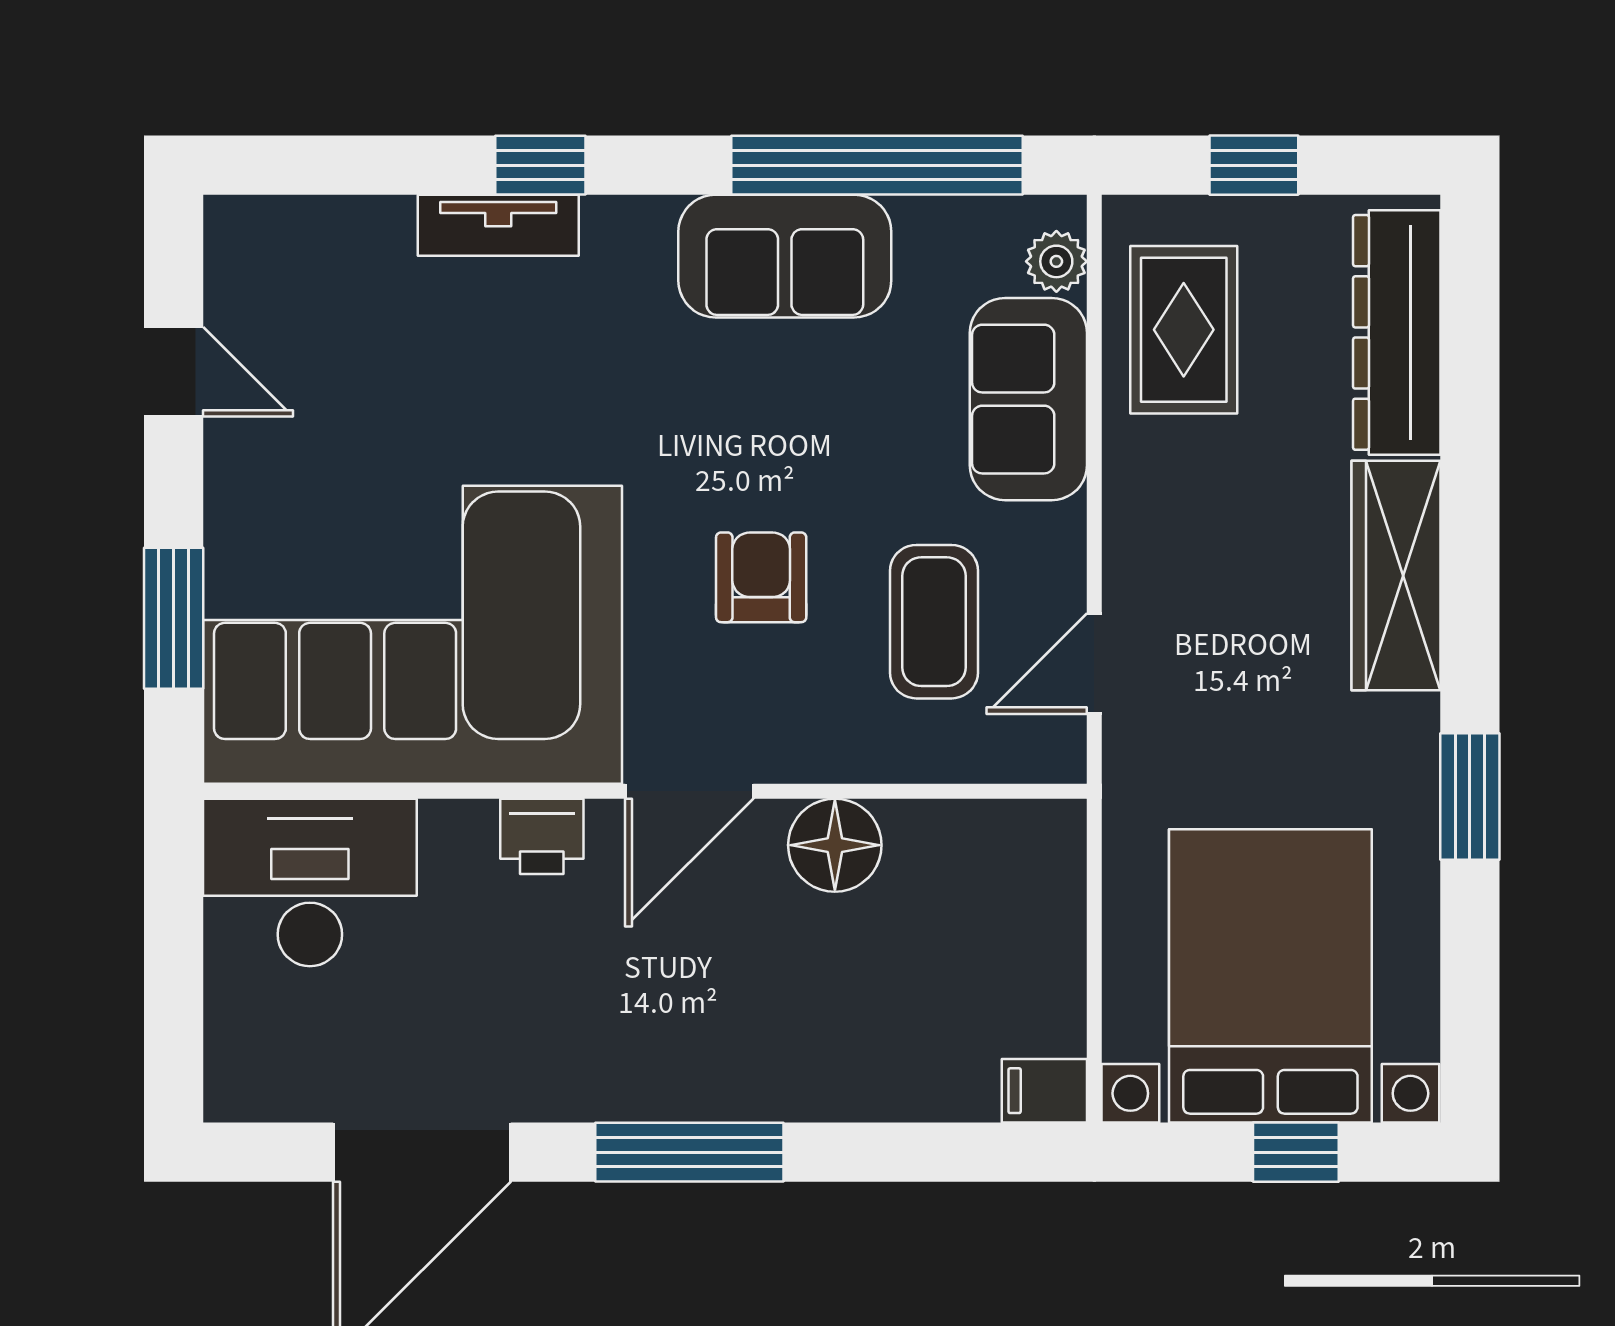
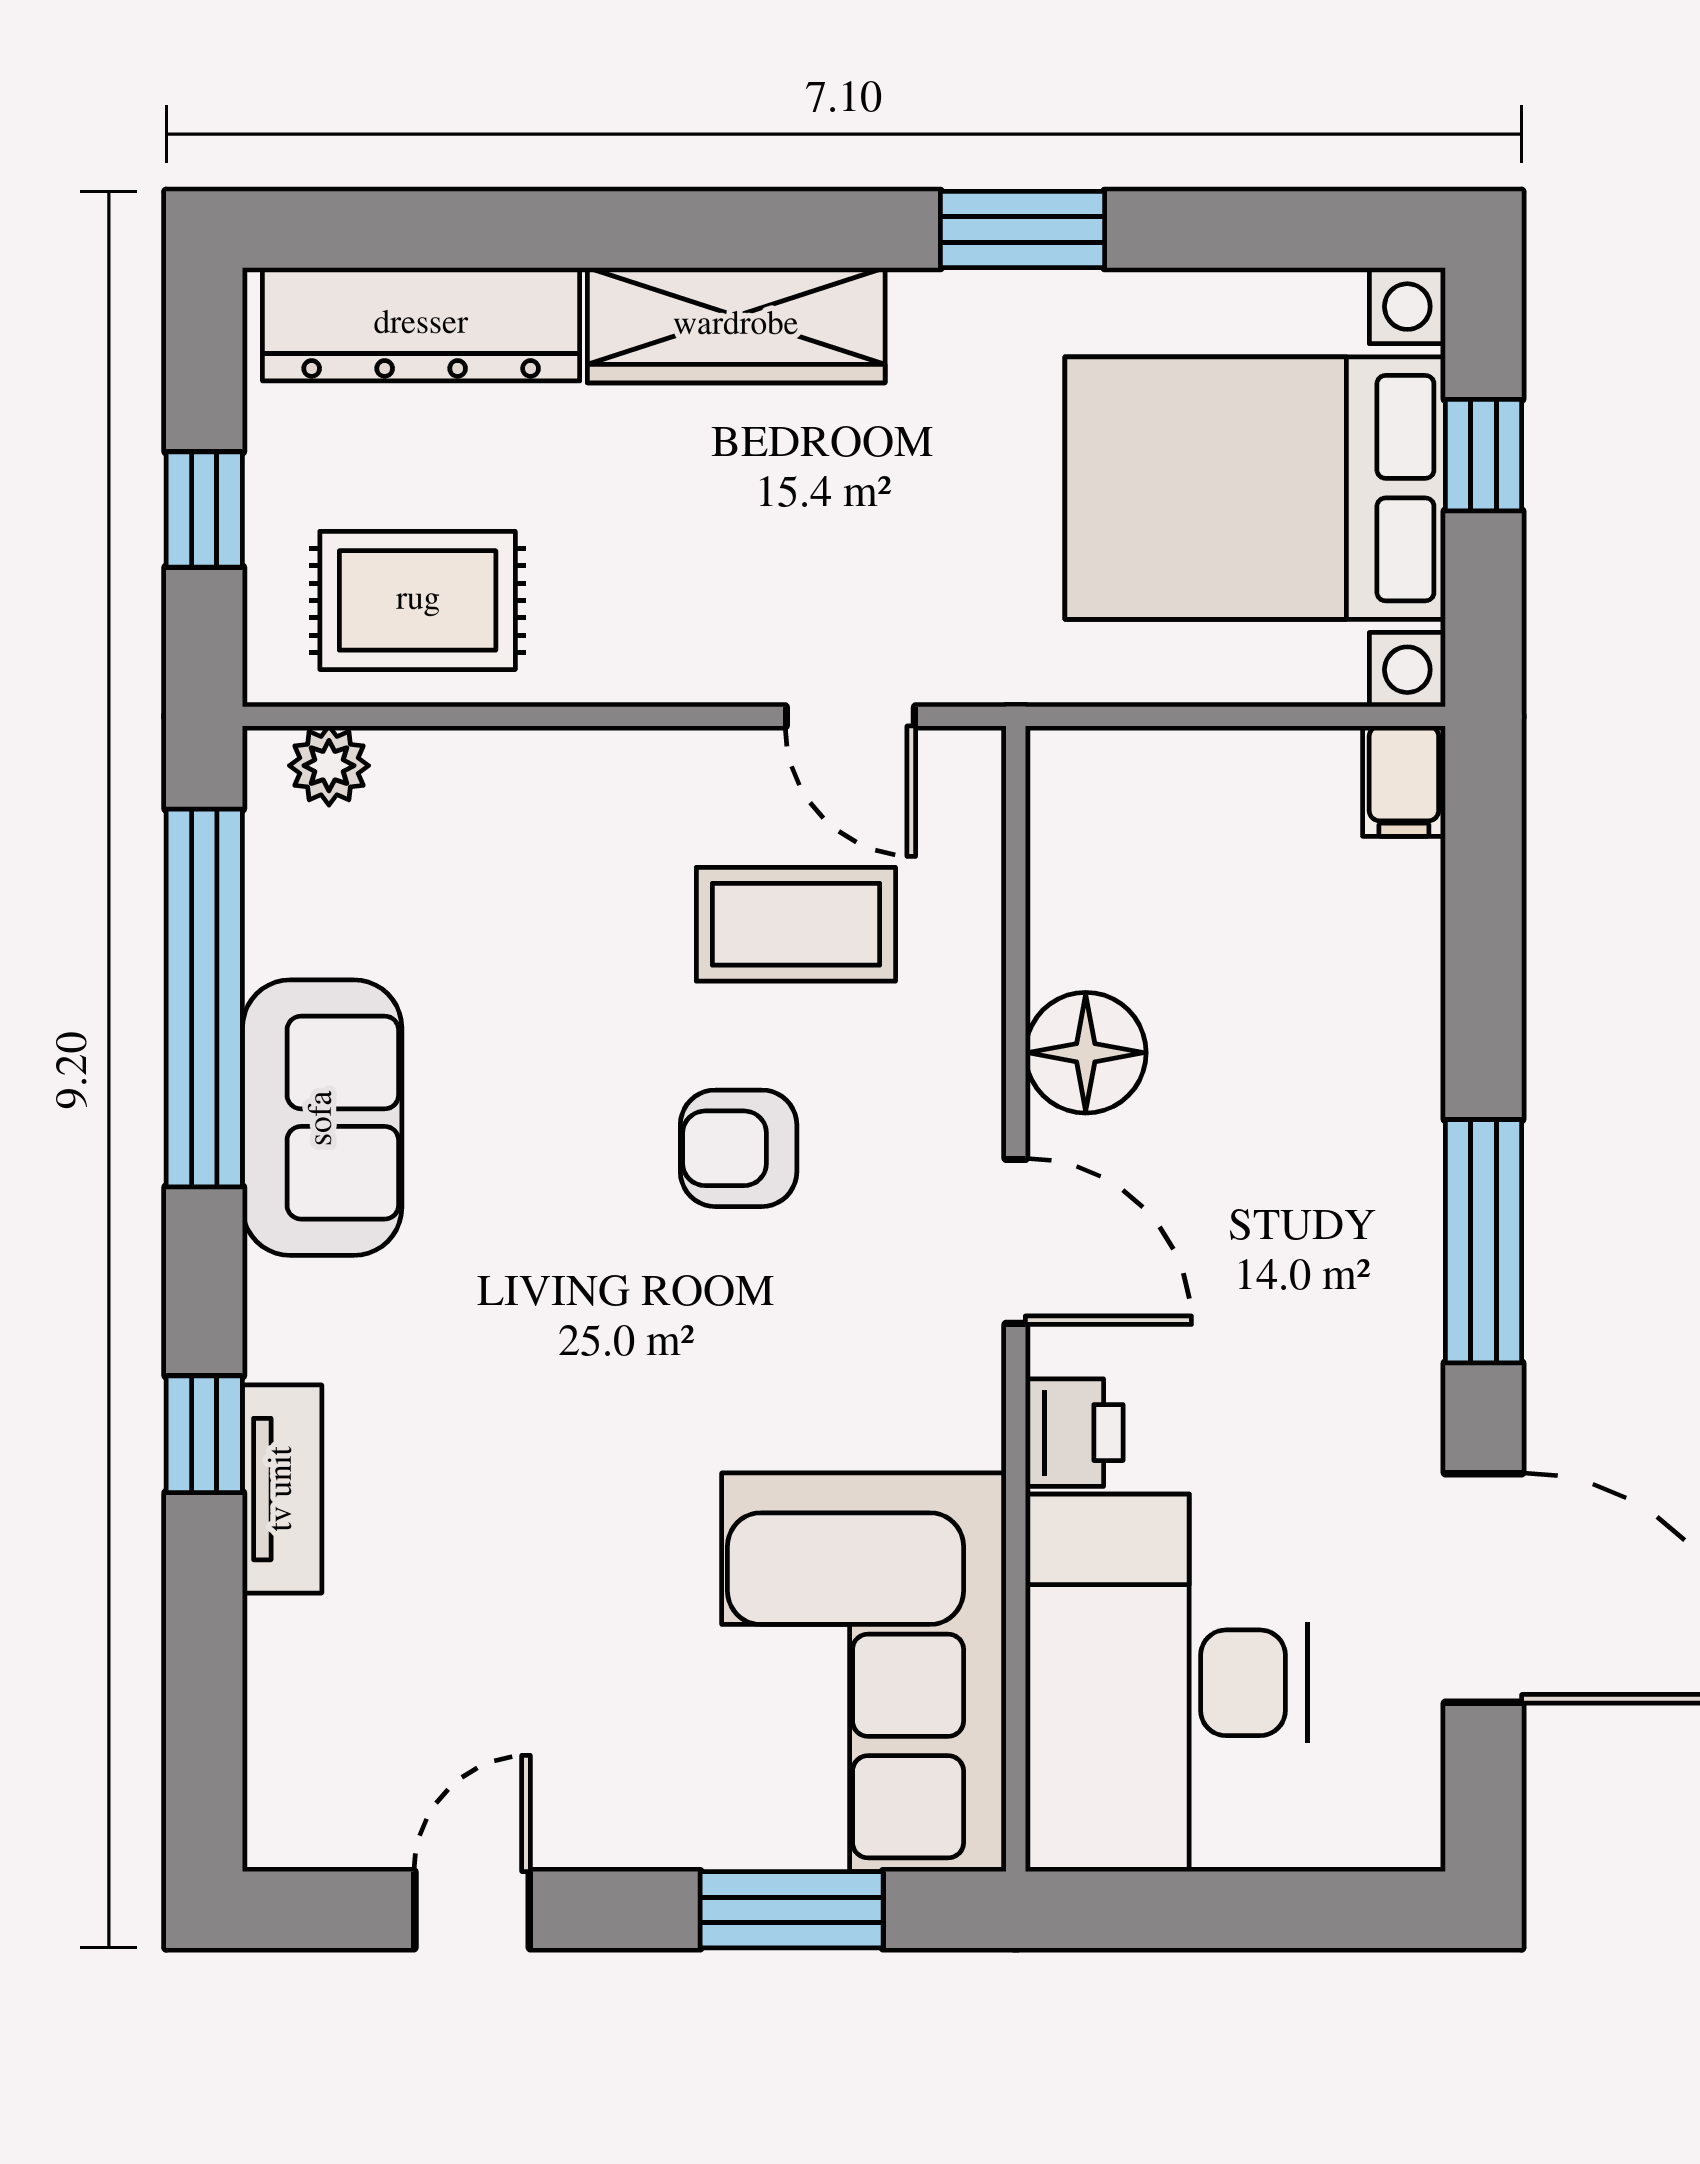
sofa: (1028, 399) -> (507, 802), removed
corner sofa: (413, 635) -> (864, 1672), width x0.73, depth x0.74
desk: (310, 882) -> (1167, 1683), width x1.36, depth x1.30

